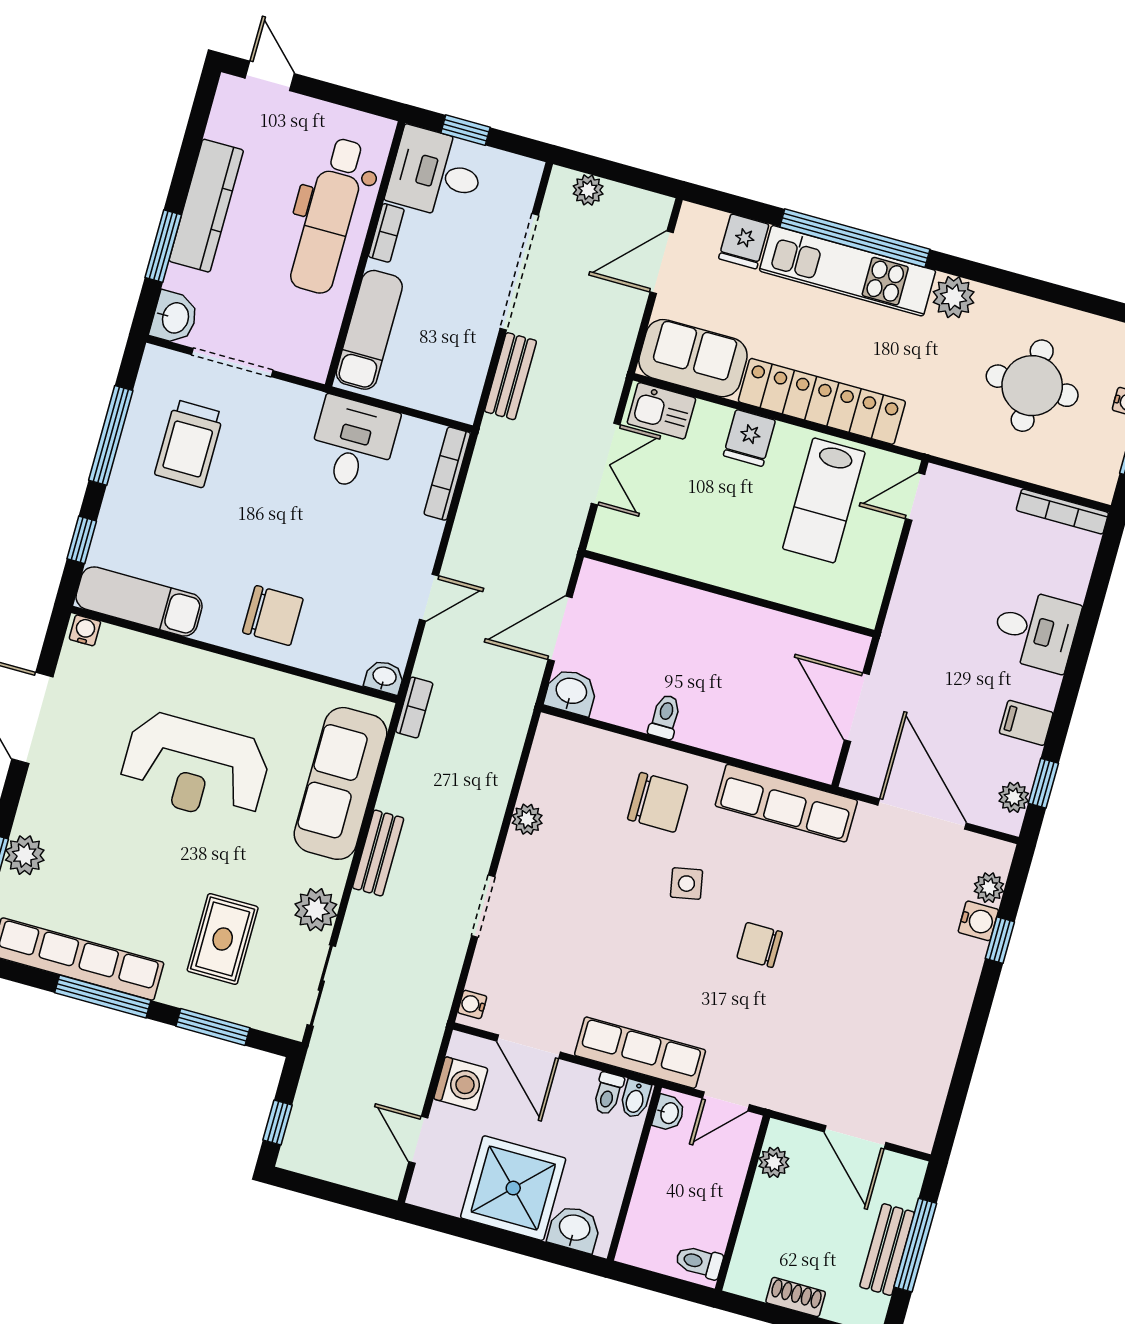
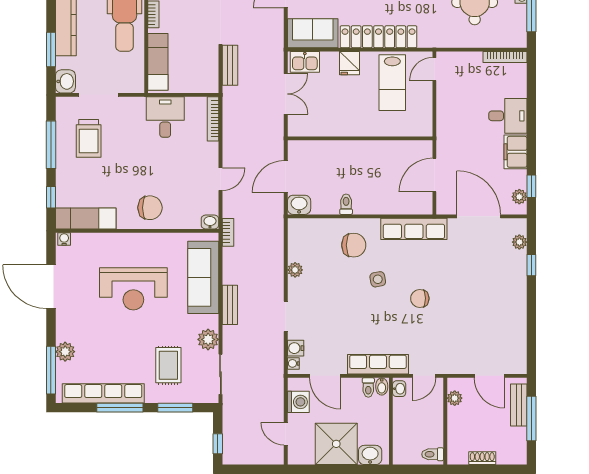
door: (857, 707) -> (434, 175), hinge flipped
filing cabinet: (1026, 723) -> (516, 152), width x2.00
water cooler: (978, 921) -> (296, 348), moved, turned 180
bench: (887, 1250) -> (519, 405), moved

